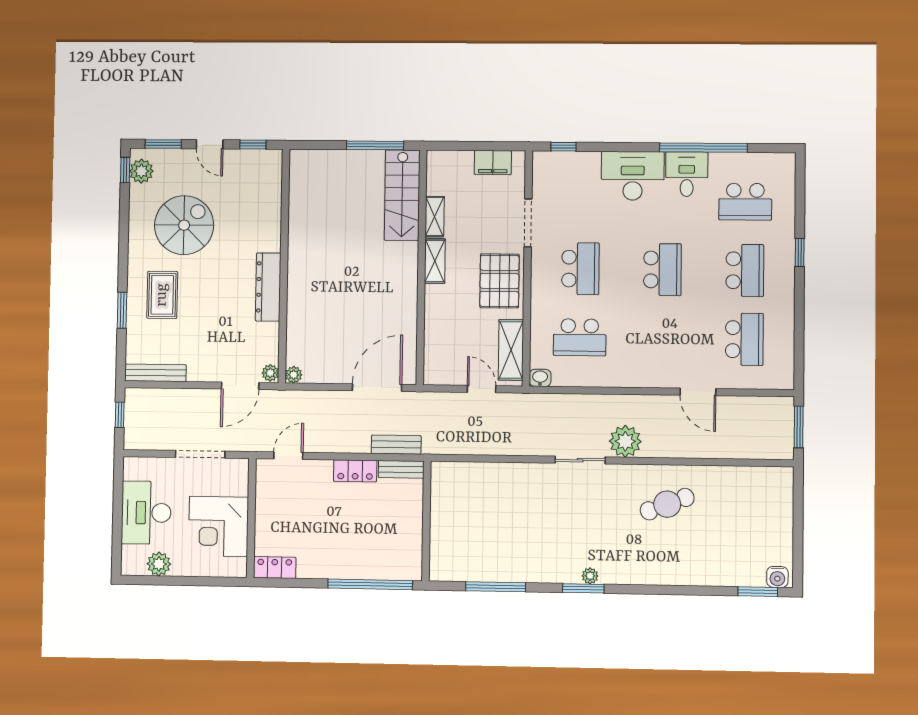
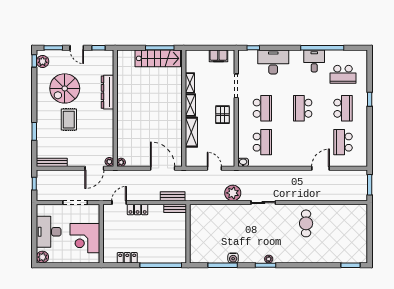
desk: (633, 176) -> (273, 62), moved
stairs: (402, 195) -> (158, 58), moved, turned -90
spiral stairs: (184, 225) -> (65, 88), turned 180
school desk: (662, 270) -> (303, 108), turned 180
pallet: (499, 281) -> (223, 115), width x0.67, depth x0.71
dresser: (268, 287) -> (108, 92), moved
rug: (162, 295) -> (69, 120), moved
school desk: (580, 337) -> (262, 142), turned -90
school desk: (744, 339) -> (343, 142), turned 180
shelving: (511, 350) -> (191, 132), moved
door: (377, 388) -> (163, 168), hinge flipped
door: (698, 392) -> (321, 168), swing flipped
plant: (625, 441) -> (233, 193), moved
locker: (355, 471) -> (138, 209), moved
cafe table: (667, 504) -> (306, 223), turned -69
plant: (159, 564) -> (42, 257), moved
locker: (275, 567) -> (127, 258), moved
water cooler: (777, 577) -> (233, 258), moved

